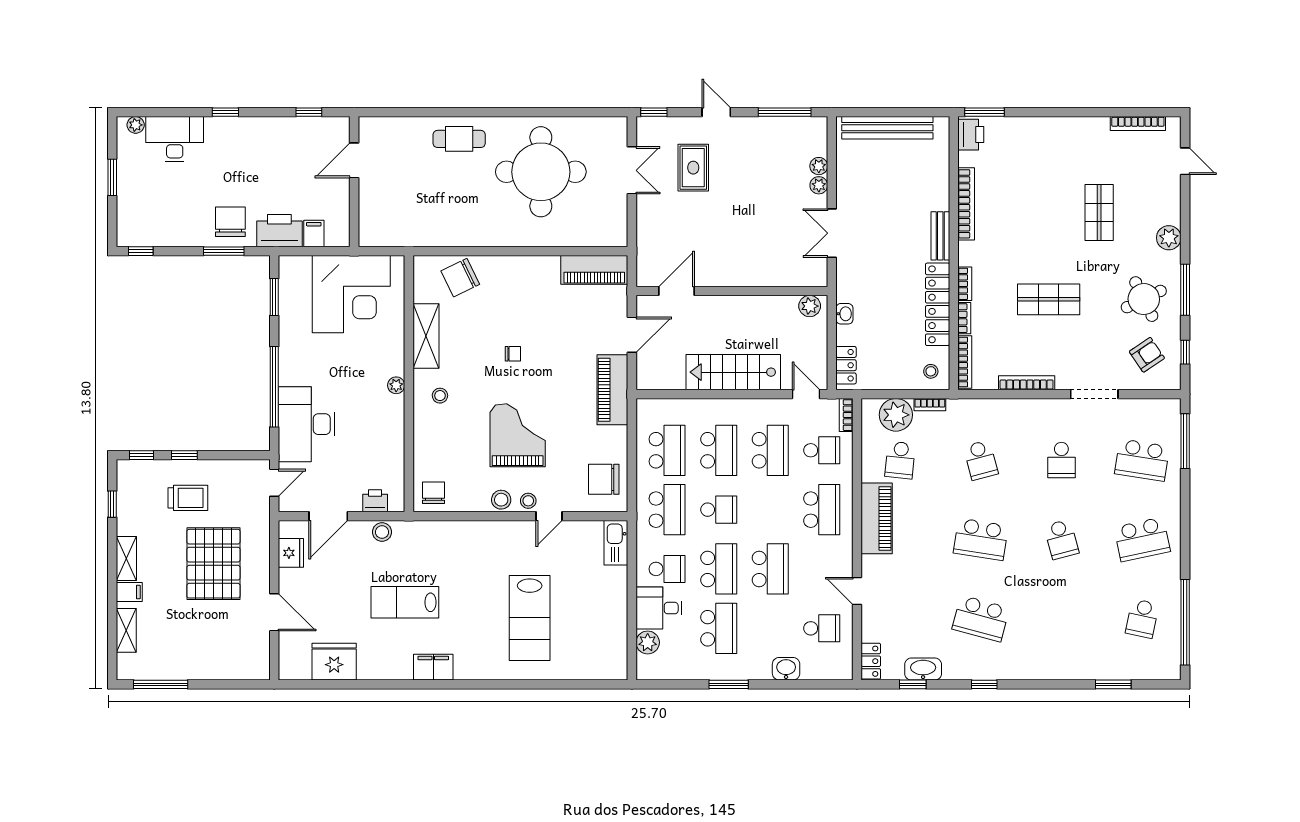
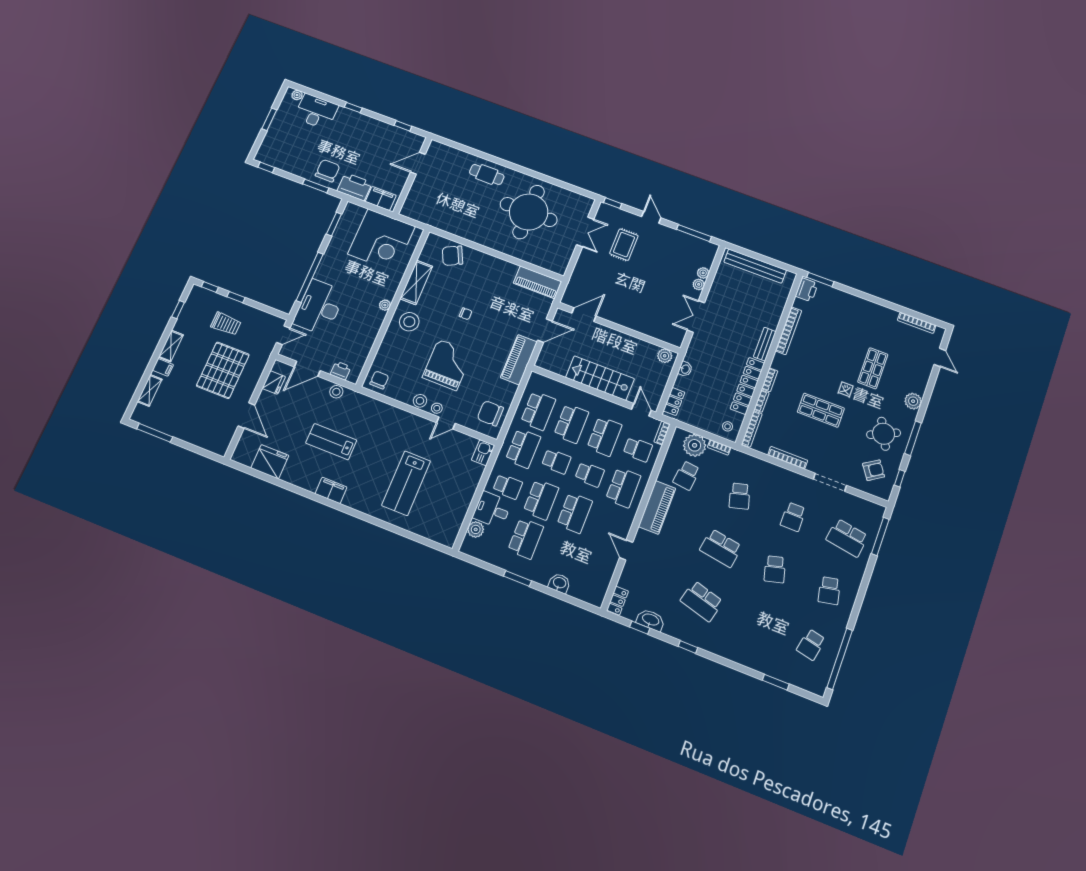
filing cabinet: (314, 233) -> (381, 198), width x2.00
stool: (440, 396) -> (409, 322), width x1.89, depth x1.89
school desk: (1142, 539) -> (829, 591), width x0.54
kitchen sink: (616, 543) -> (483, 453), width x0.73
school desk: (822, 628) -> (590, 474), moved

